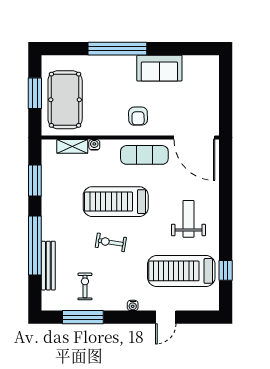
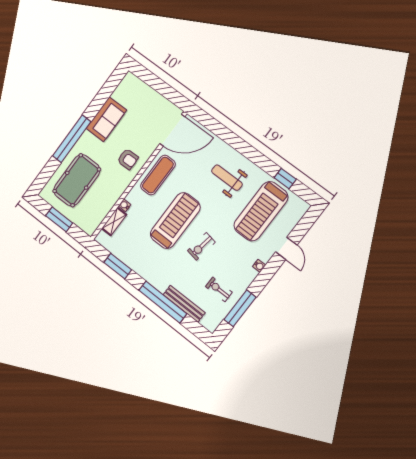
pool table: (65, 100) -> (77, 180), moved, turned 90
treadmill: (116, 202) -> (175, 221), turned 180

